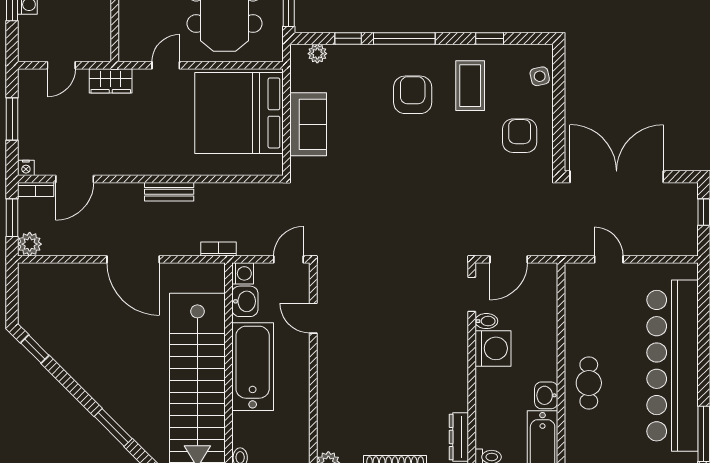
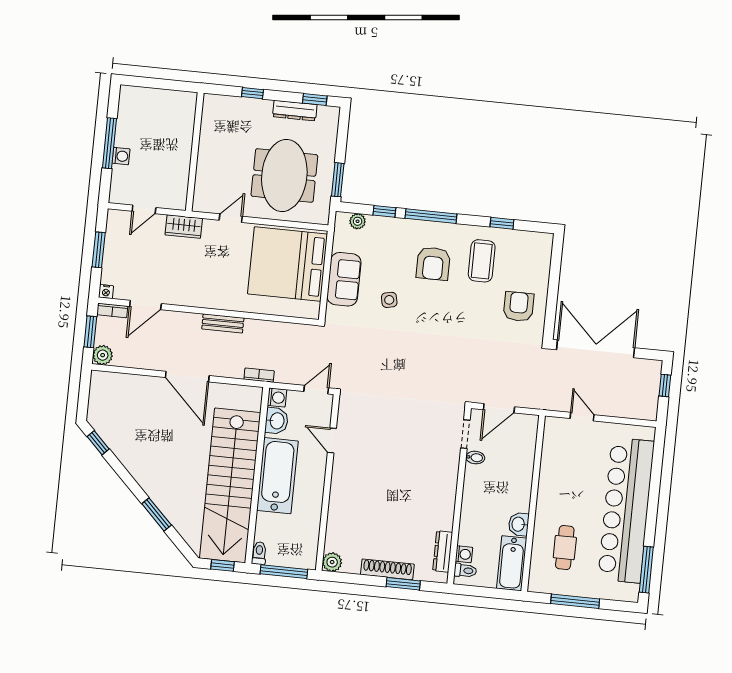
side table: (540, 76) -> (389, 300), moved
armchair: (413, 95) -> (433, 264), turned 180
washing machine: (493, 348) -> (464, 554), moved, width x0.53, depth x0.53
cafe table: (589, 383) -> (565, 548), moved

